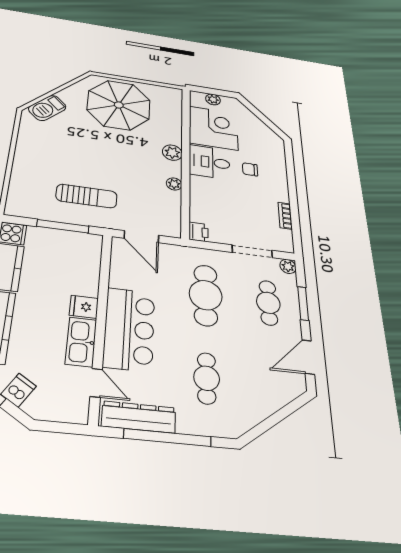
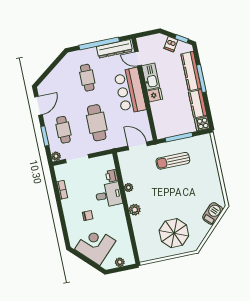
parasol: (119, 105) -> (174, 233), width x0.73, depth x0.73
corner desk: (213, 128) -> (95, 245), moved, turned 135
desk: (209, 162) -> (109, 195), moved
printer: (199, 232) -> (112, 176), moved

